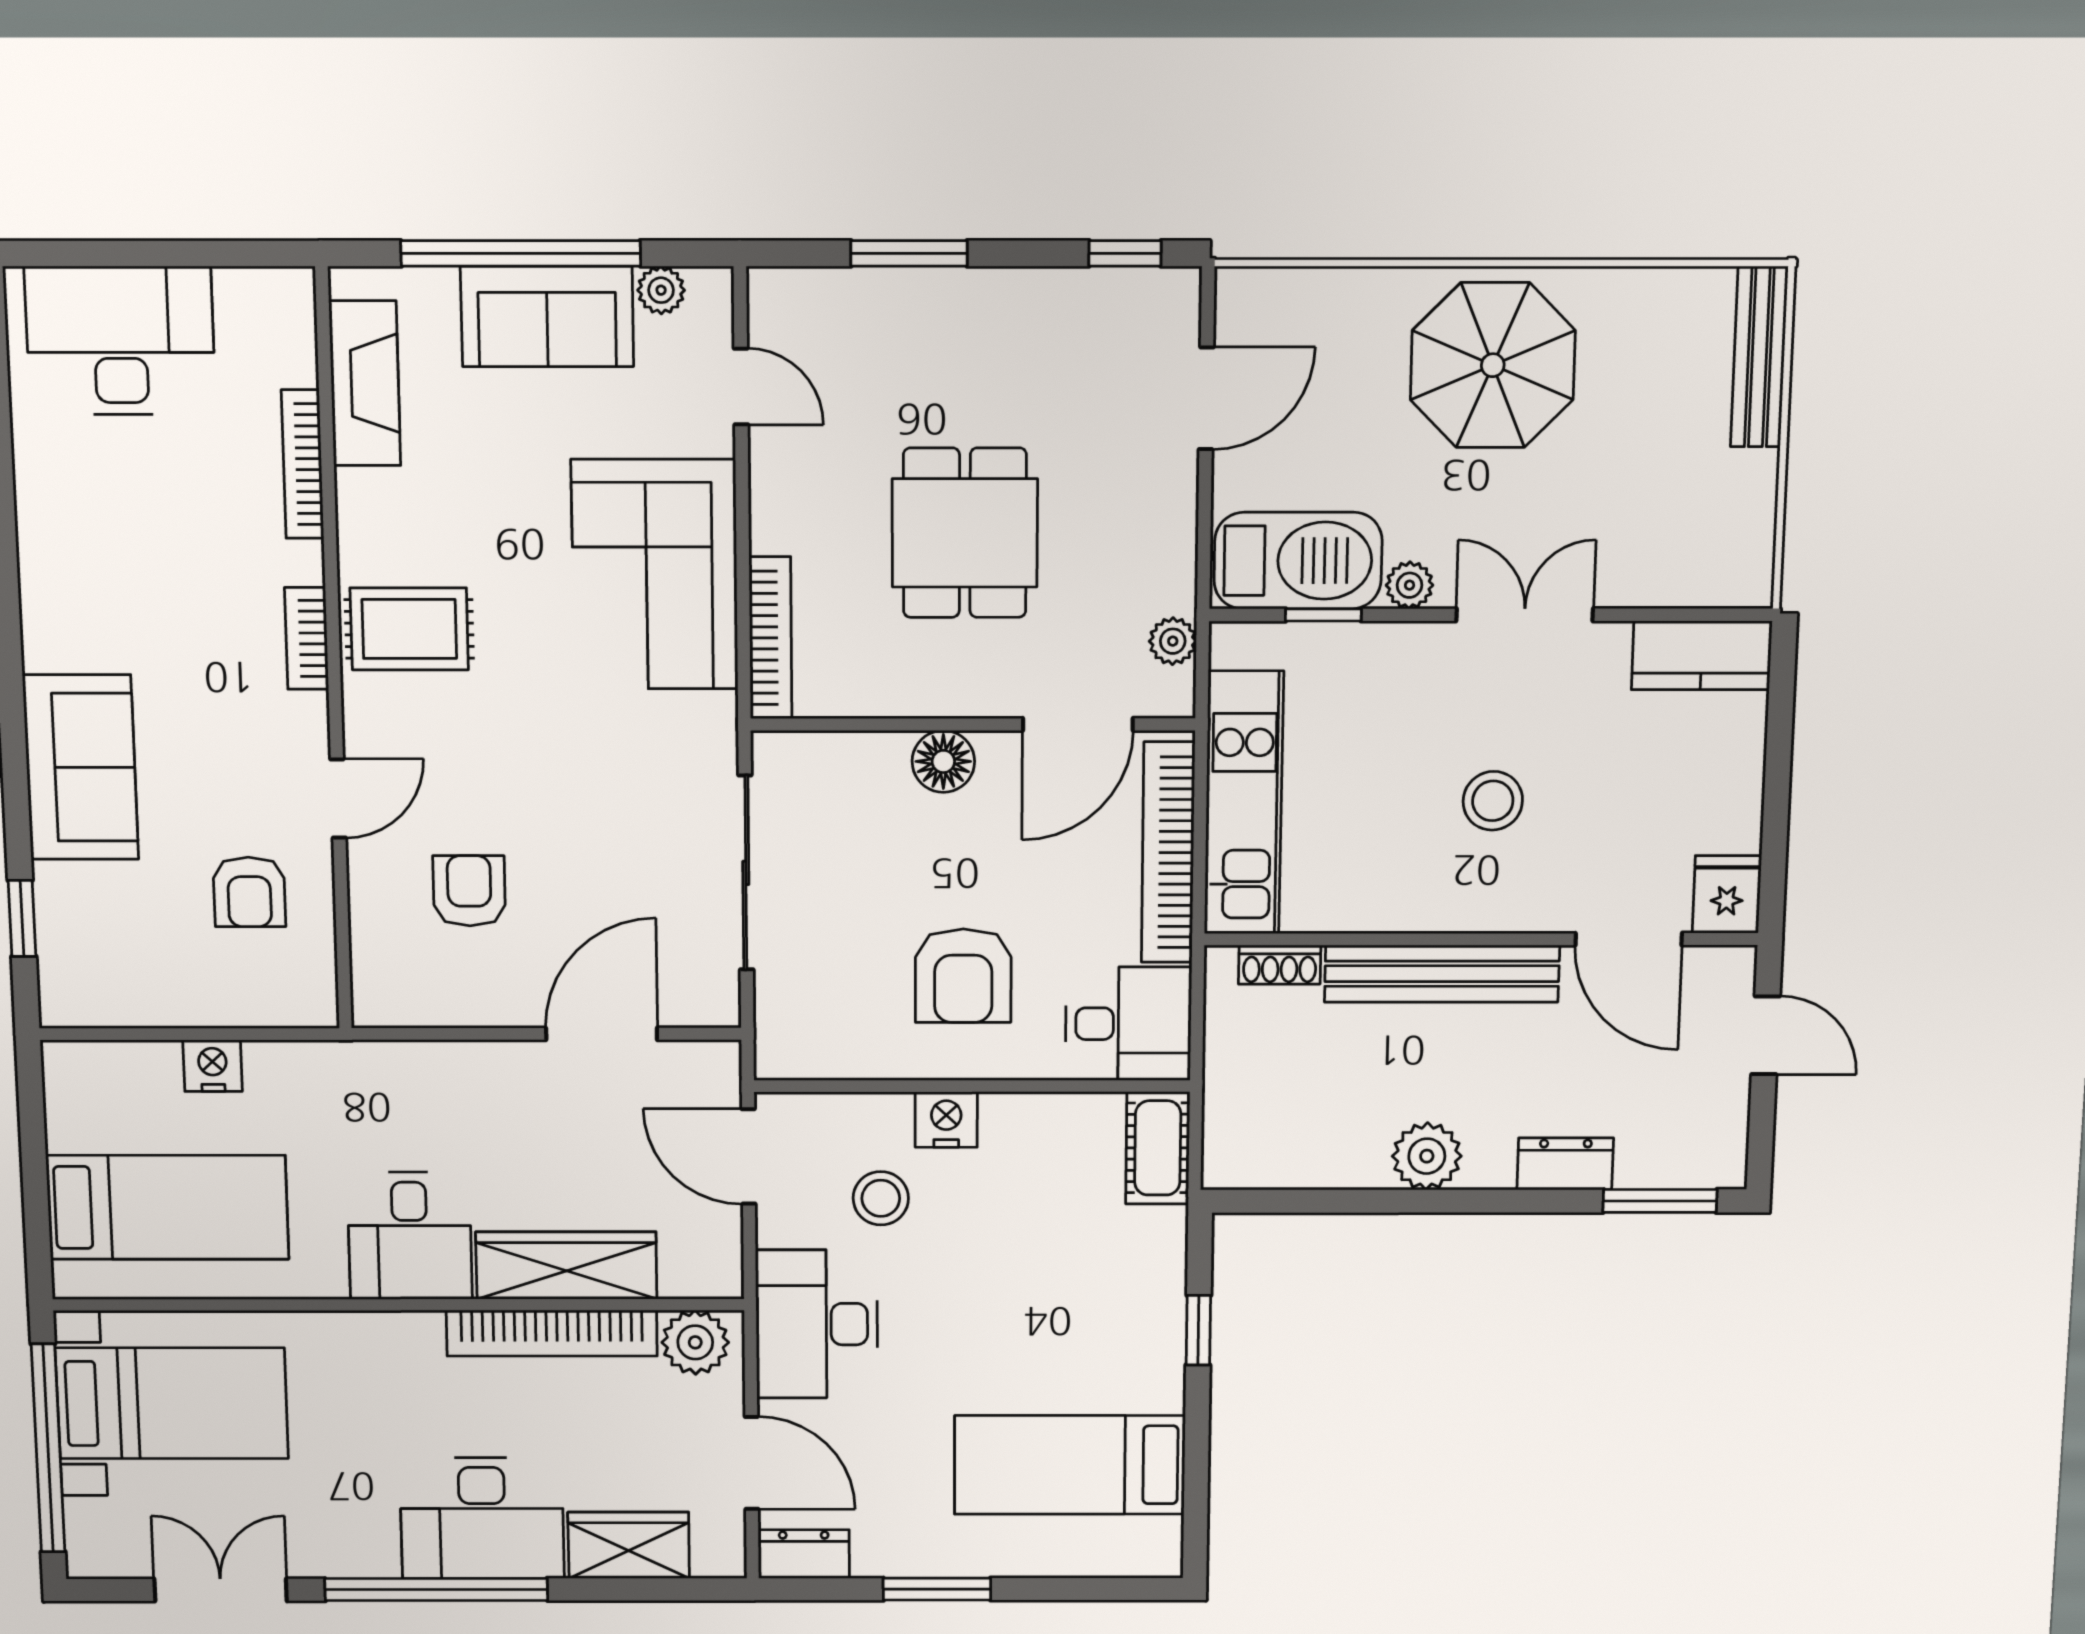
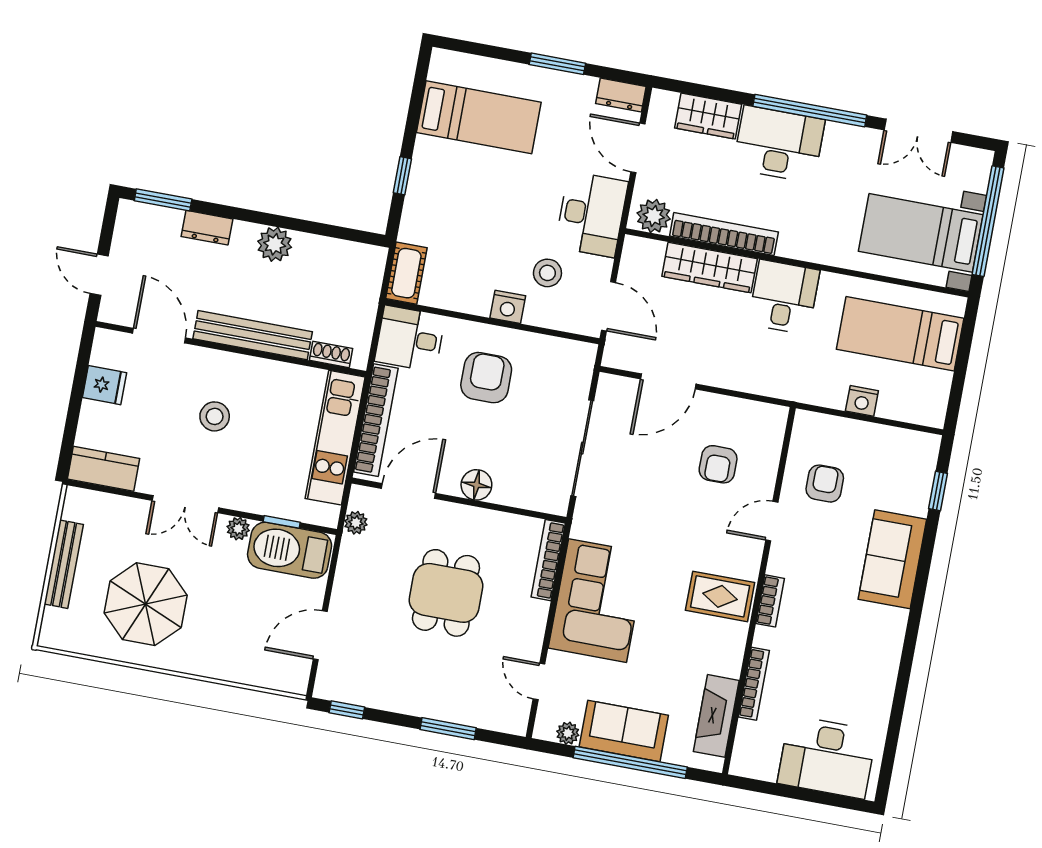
bench: (1759, 357) -> (64, 564), moved
parasol: (1493, 365) -> (146, 604), moved
fridge: (1727, 894) -> (105, 385), moved, turned -90

